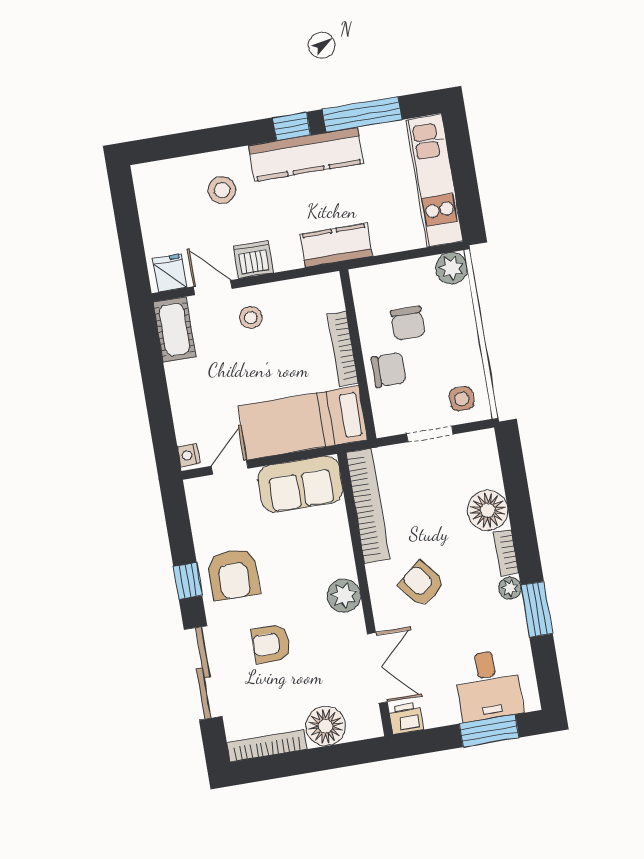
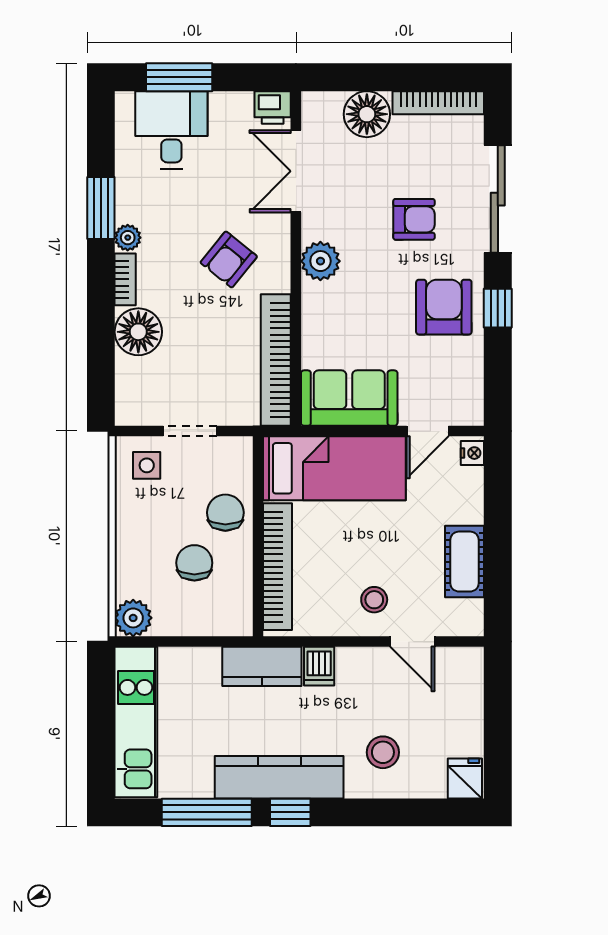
dishwasher: (253, 259) -> (319, 666), moved, width x0.73
fridge: (170, 273) -> (465, 778), moved, turned 180
cot: (175, 330) -> (464, 562), moved
bookcase: (343, 349) -> (278, 567), width x1.48, depth x1.31
chair: (389, 370) -> (225, 513), turned 90
armchair: (422, 584) -> (229, 260), turned 78

